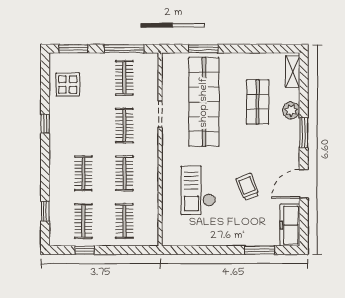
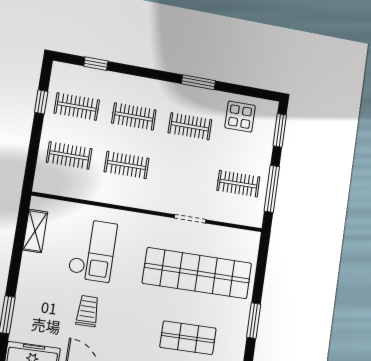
window: (203, 49) -> (254, 321), moved
window: (45, 124) -> (198, 82), width x1.50
clothes rail: (124, 126) -> (190, 126), moved
trolley: (248, 187) -> (88, 311), turned -69
checkout: (198, 190) -> (93, 250), turned 90
shelving: (190, 239) -> (35, 231), added

